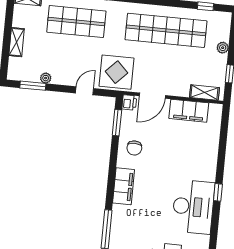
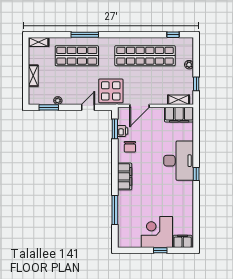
printer: (129, 102) -> (123, 131), moved
filing cabinet: (189, 111) -> (179, 115), moved
desk: (193, 207) -> (179, 161), moved

